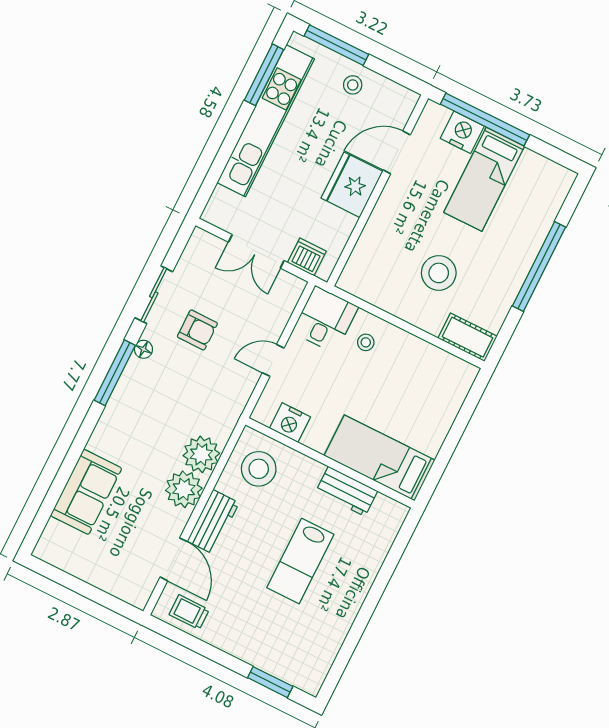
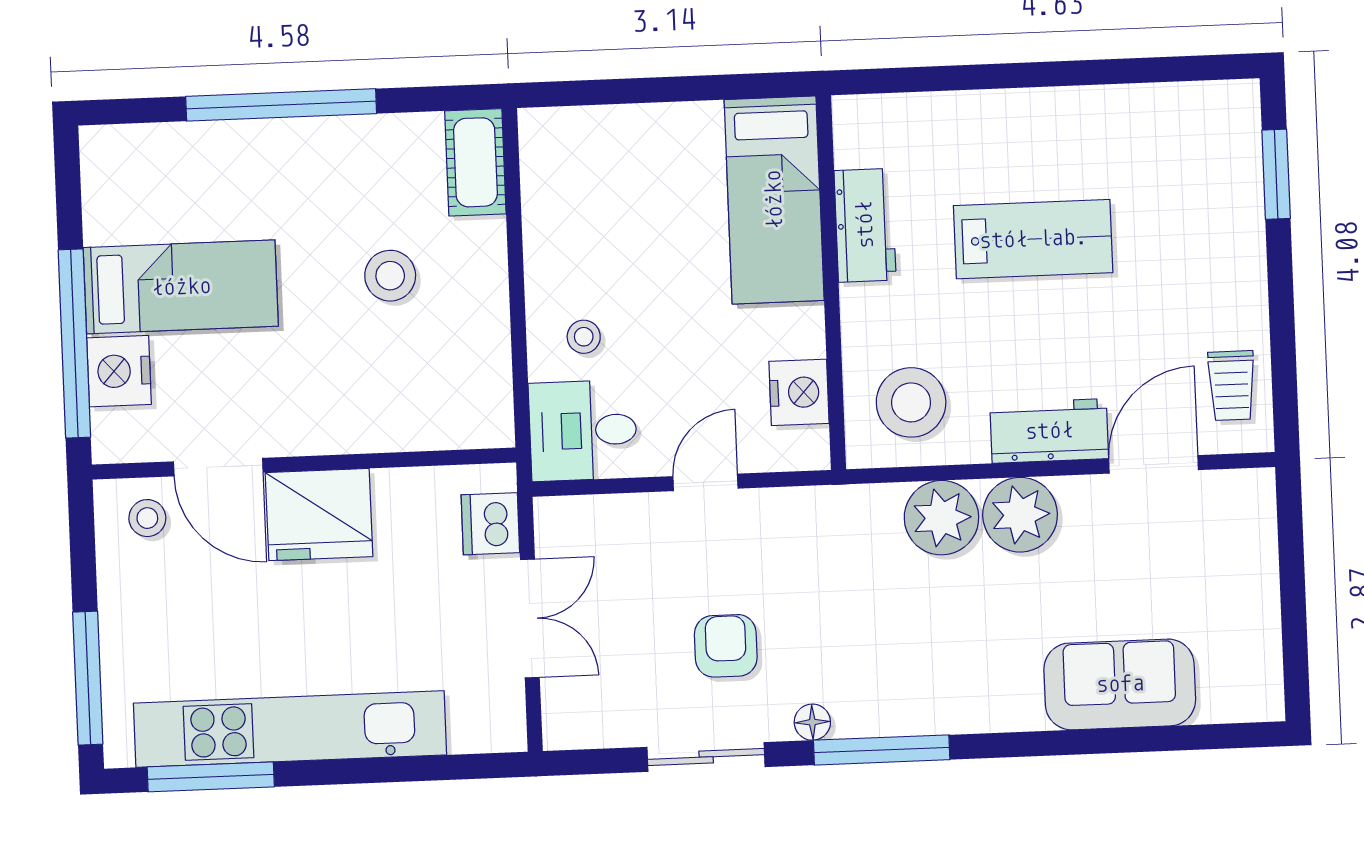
stool: (353, 85) -> (147, 518), moved
stool: (439, 273) -> (390, 276), width x0.73, depth x0.73
door: (273, 360) -> (705, 482), swing flipped

